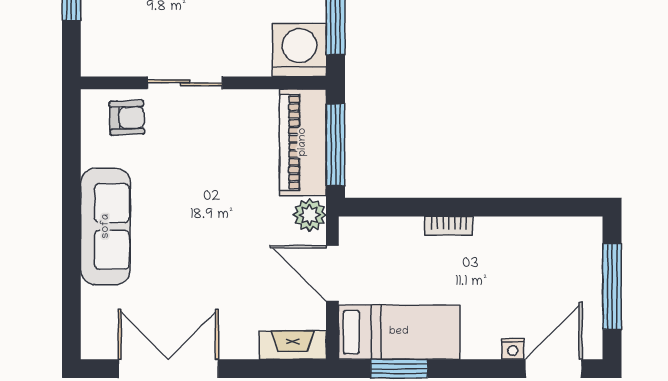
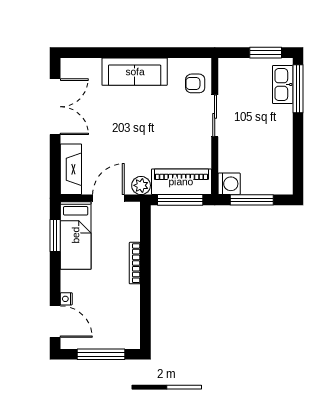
washing machine: (299, 50) -> (229, 184), width x0.73, depth x0.73
armchair: (127, 118) -> (195, 83), turned 92
bookcase: (449, 226) -> (135, 263), width x1.56
fireplace: (293, 345) -> (71, 169), width x1.37, depth x1.32

